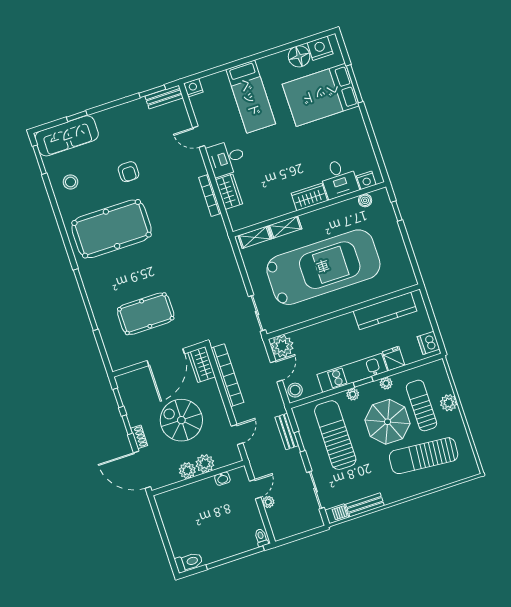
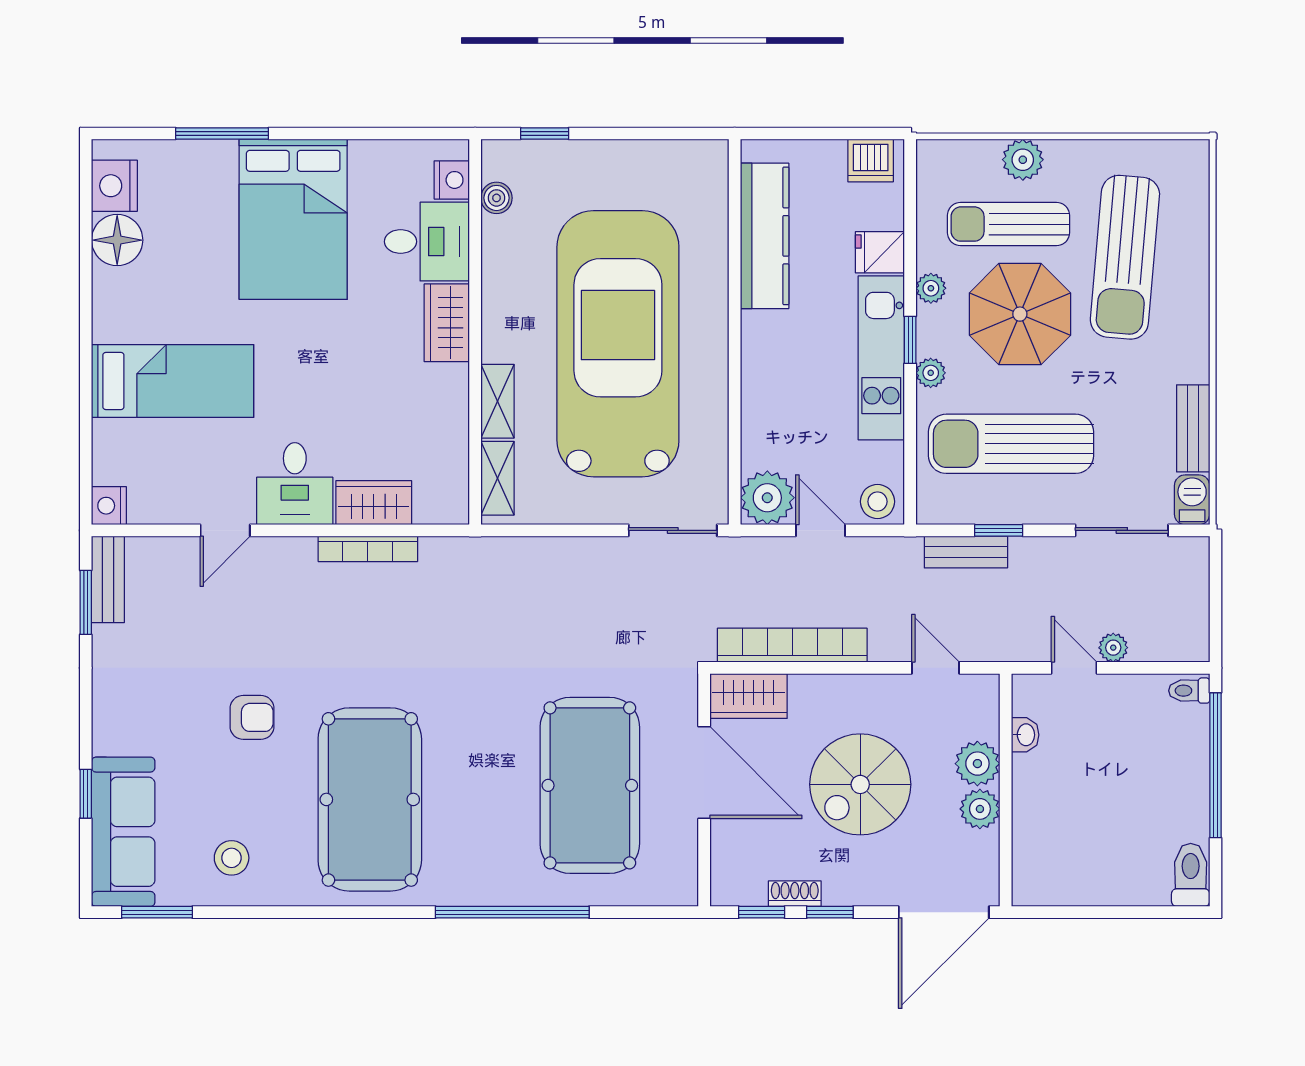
bed: (321, 95) -> (293, 219), moved
pool table: (146, 314) -> (590, 785), width x1.36, depth x1.32
shoe rack: (139, 437) -> (795, 894), moved

